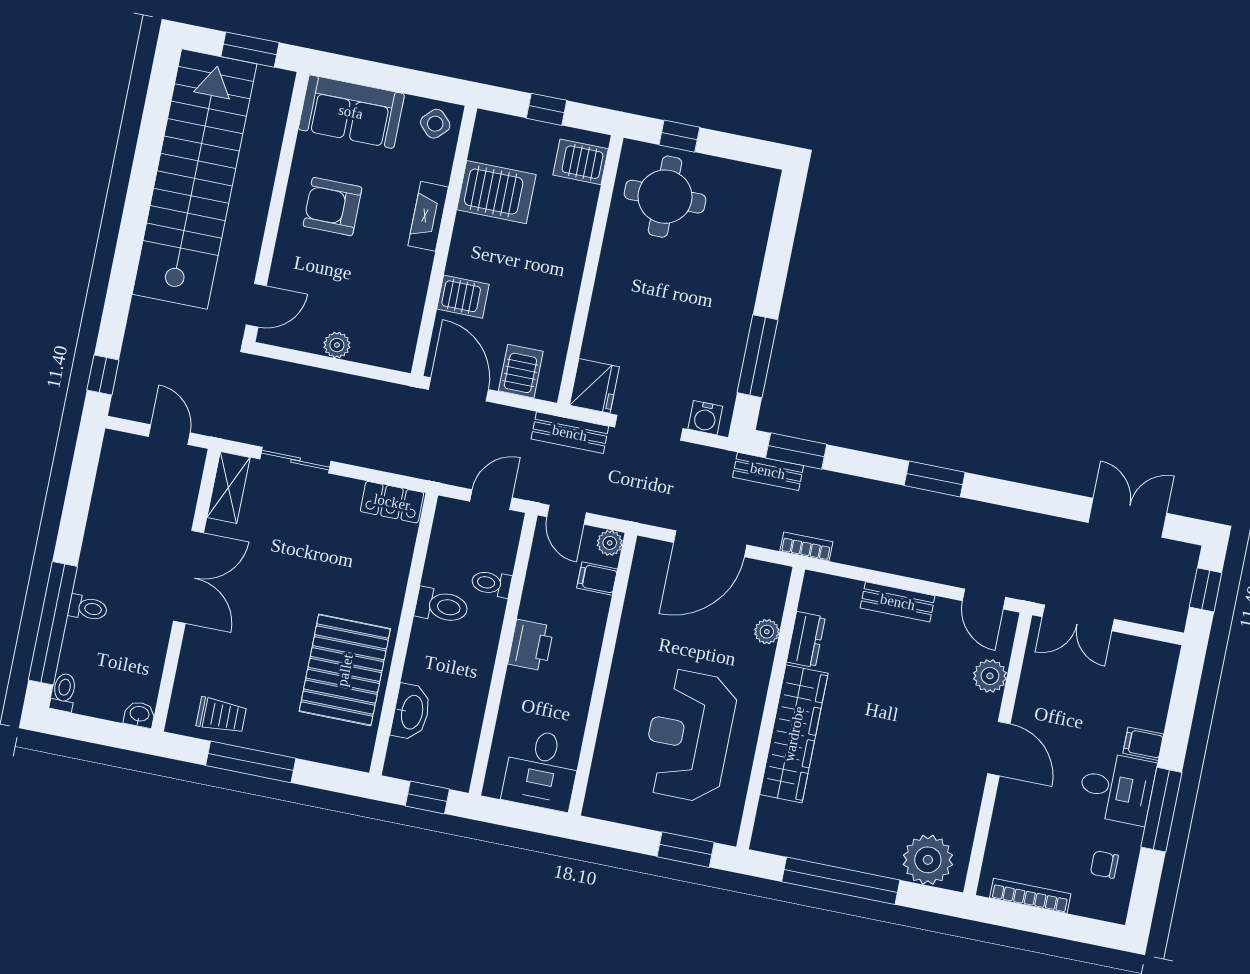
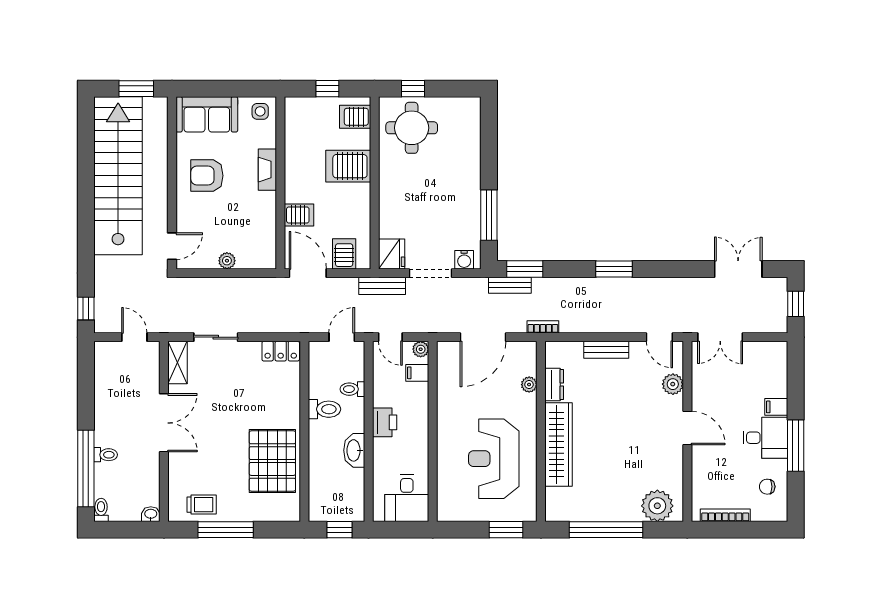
side table: (435, 124) -> (260, 111), turned 45
server rack: (496, 192) -> (348, 166), moved, turned 180
washbasin: (411, 712) -> (354, 450), moved, turned 180

